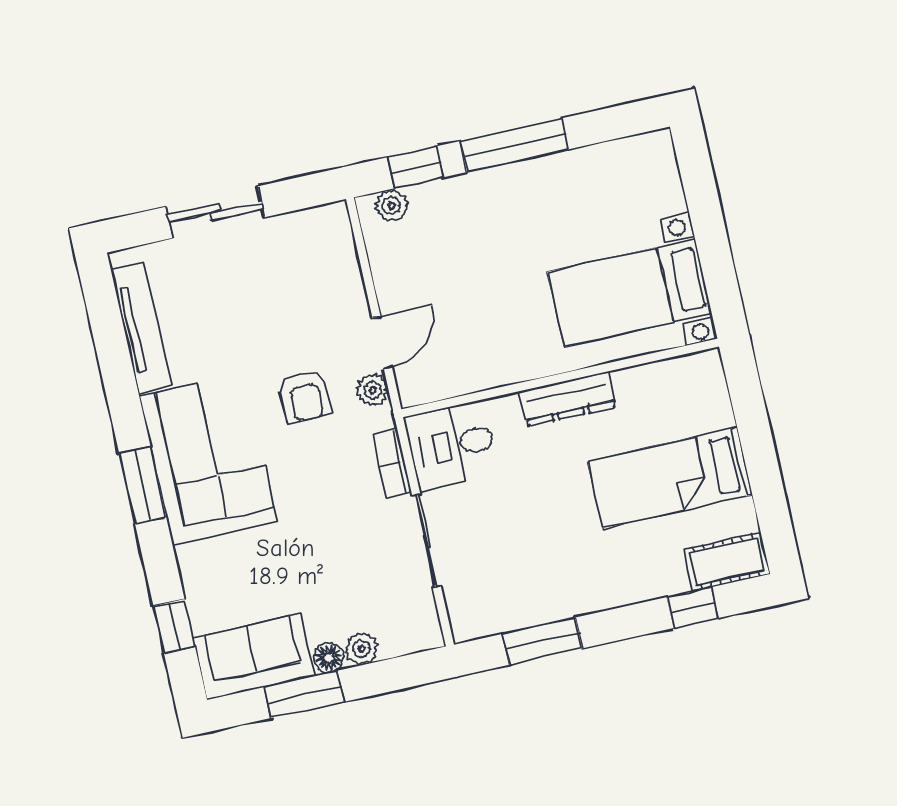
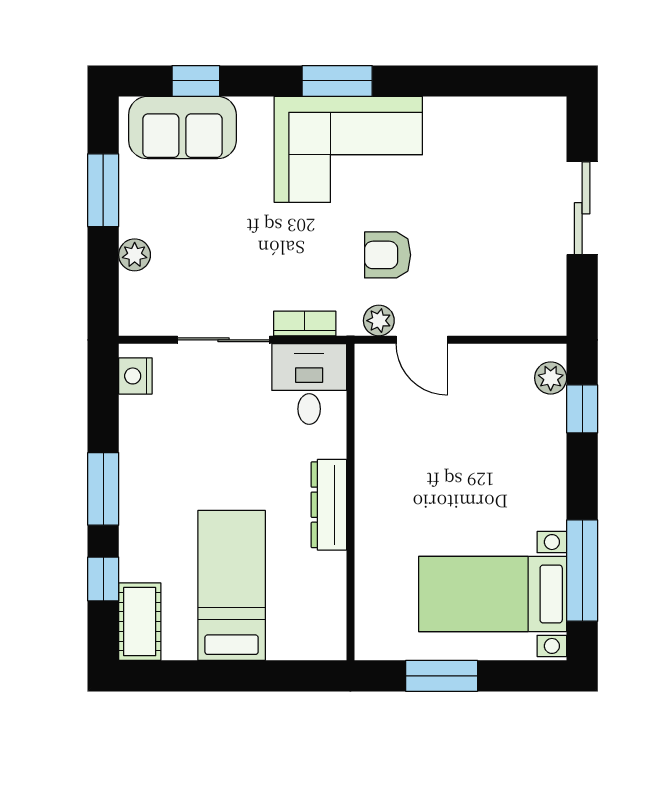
window: (514, 145) -> (582, 571), moved
window: (713, 248) -> (442, 676), added
bed with nightstands: (630, 293) -> (493, 594), moved, turned -90
tv unit: (141, 328) -> (488, 113), removed
nightstand: (482, 621) -> (135, 376), added
window: (542, 641) -> (103, 489), moved
sofa: (254, 657) -> (182, 128), moved, turned 90
floor lamp: (329, 658) -> (133, 222), removed

